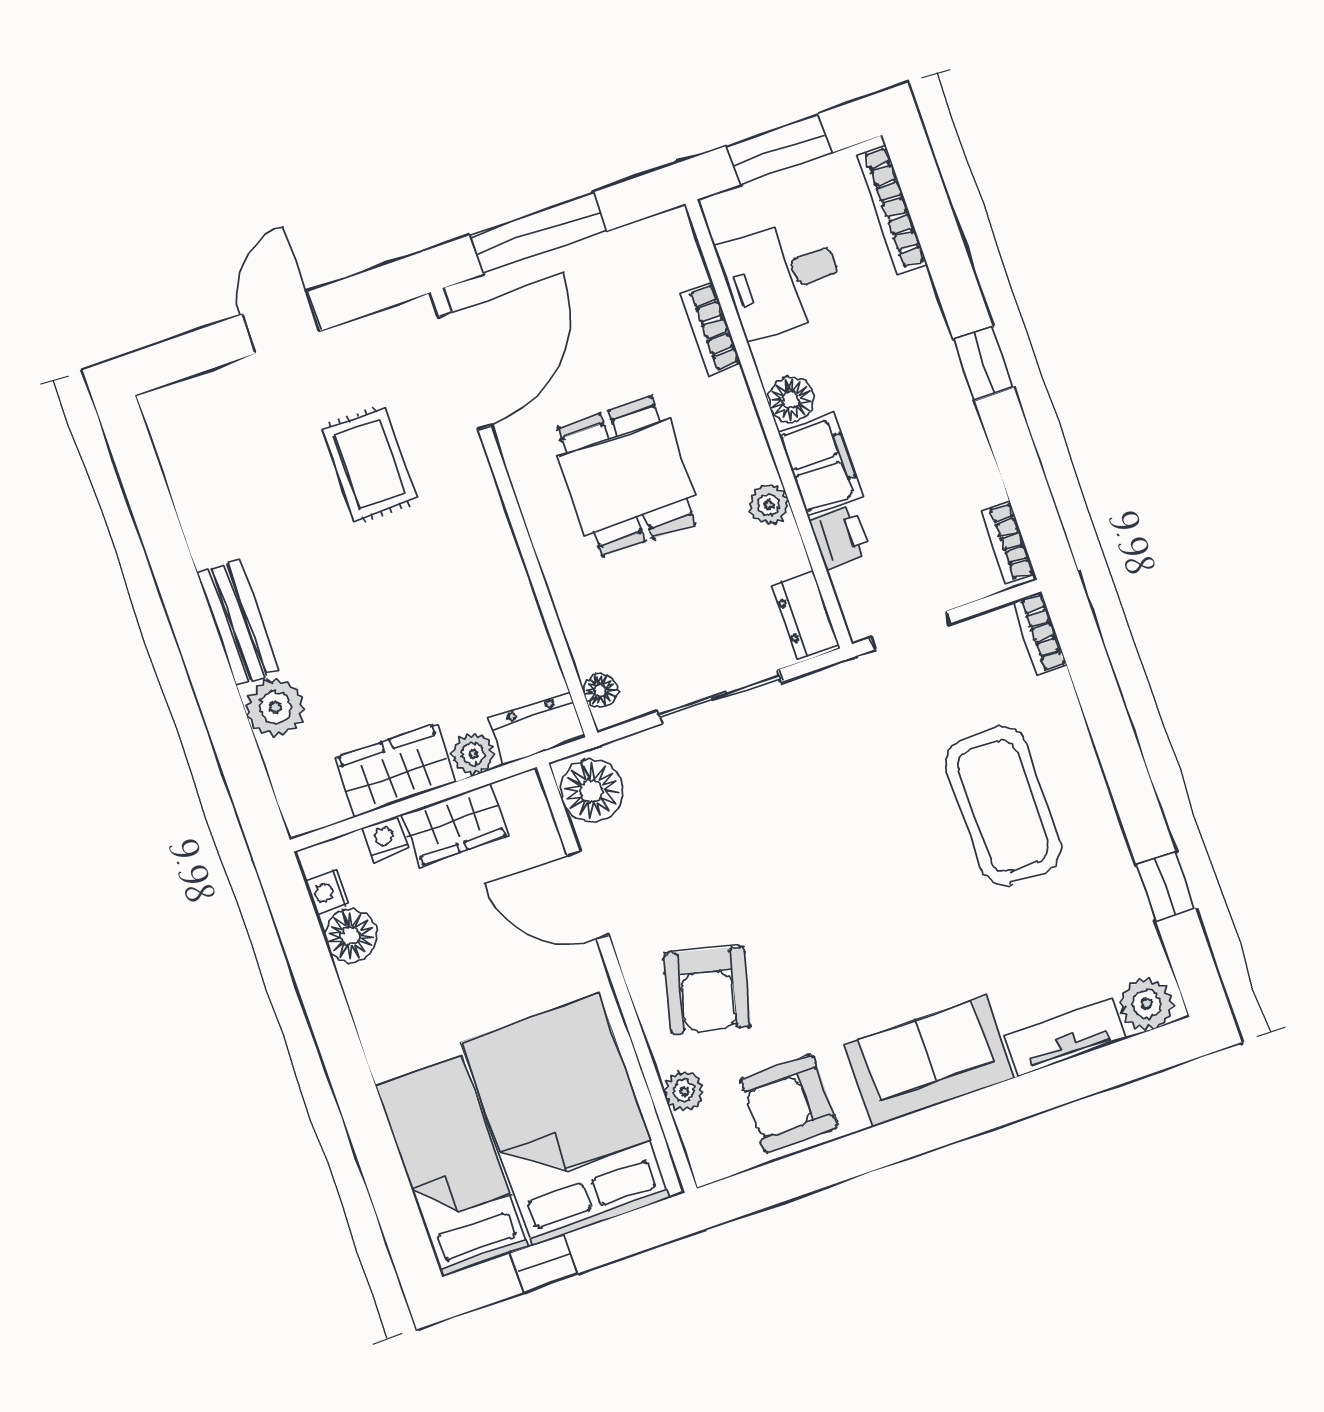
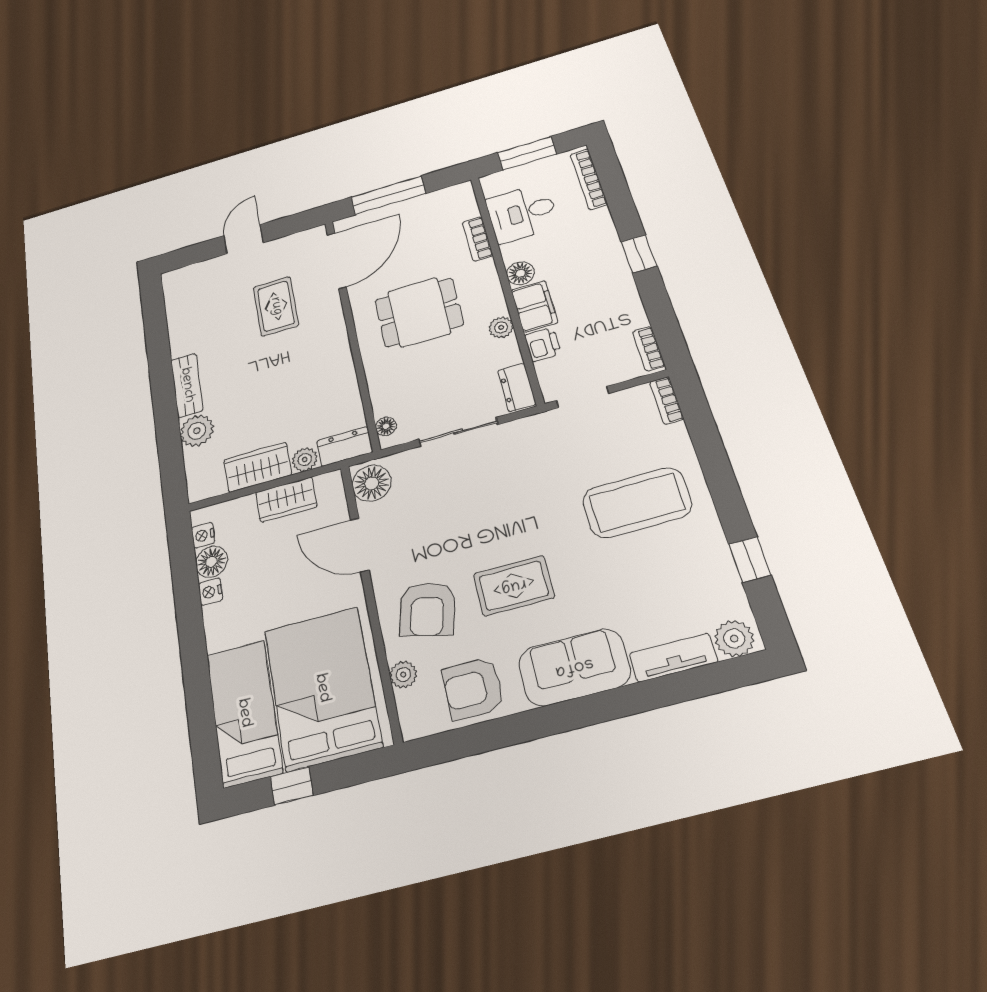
dining table: (627, 476) -> (419, 312), turned 90
coffee table: (1003, 806) -> (637, 503), turned 90
nightstand: (385, 839) -> (210, 592), moved, turned -90
rug: (832, 946) -> (514, 586), added

